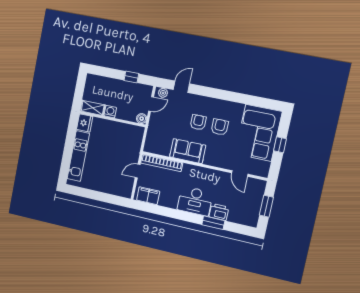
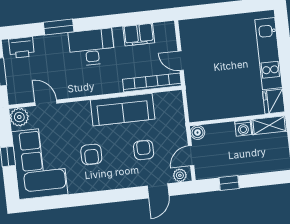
armchair: (198, 122) -> (144, 150), moved, turned 180
sofa: (188, 151) -> (123, 110), width x1.36
plant: (262, 170) -> (19, 117), added
door: (138, 171) -> (181, 61), swing flipped
filing cabinet: (148, 196) -> (139, 35), moved
printer: (219, 212) -> (22, 47), moved

